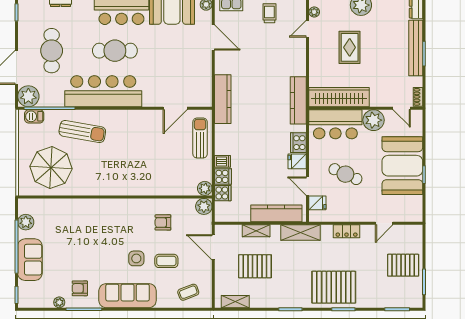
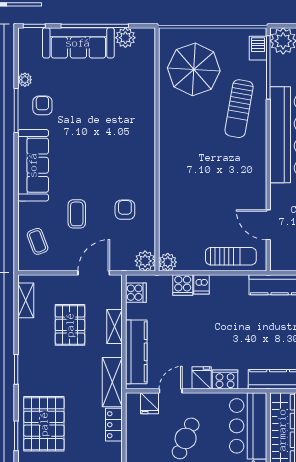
cooker: (223, 193) -> (136, 293), moved, turned -90
locker: (347, 231) -> (114, 425), moved
side table: (136, 258) -> (80, 176), removed
sofa: (30, 260) -> (78, 43), width x1.36

